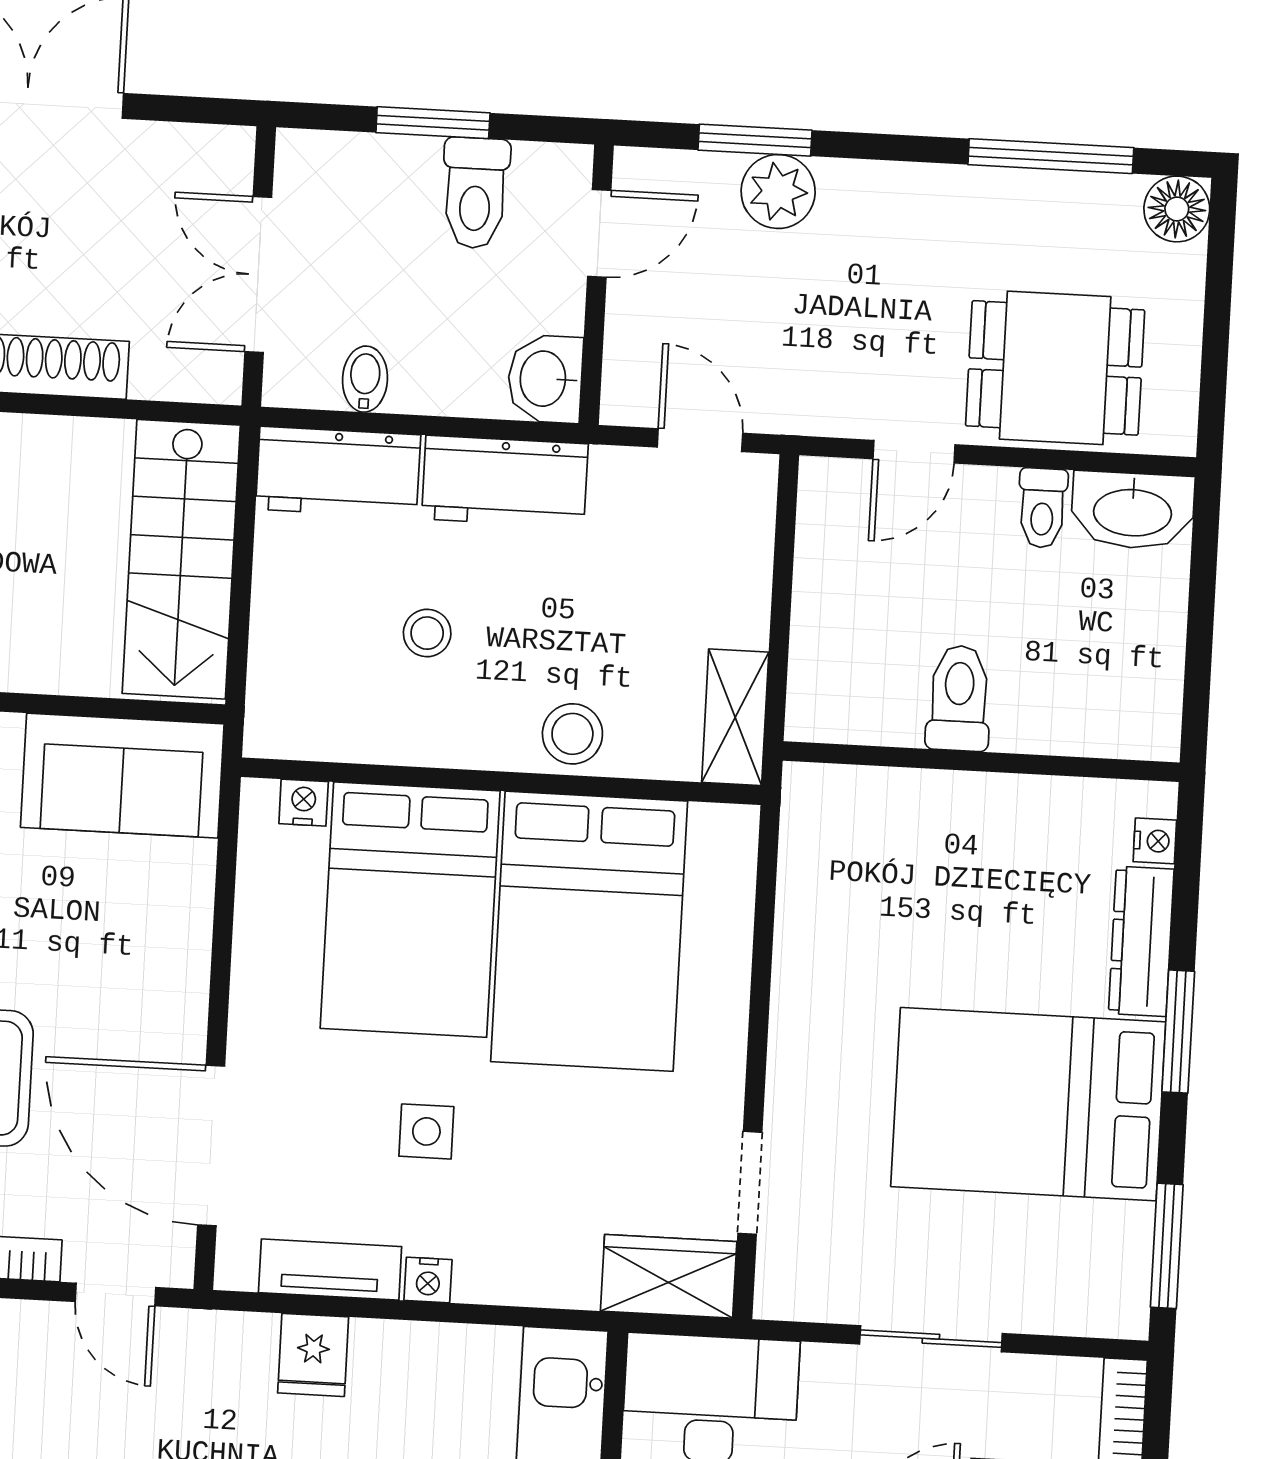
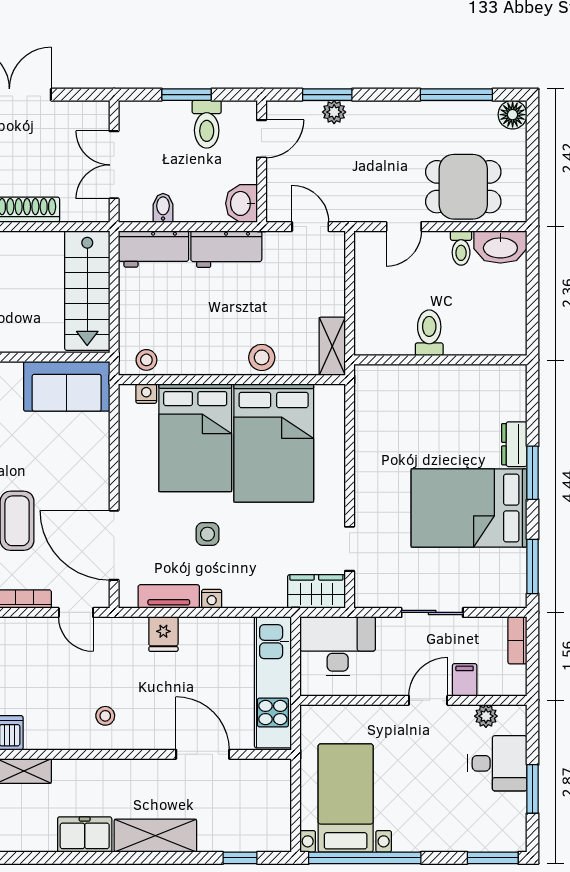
plant: (778, 192) -> (334, 112), width x0.73, depth x0.73
stool: (427, 633) -> (146, 360), moved
nightstand: (1155, 841) -> (518, 390), removed
dresser: (1141, 941) -> (514, 444), width x0.70

